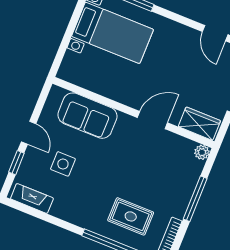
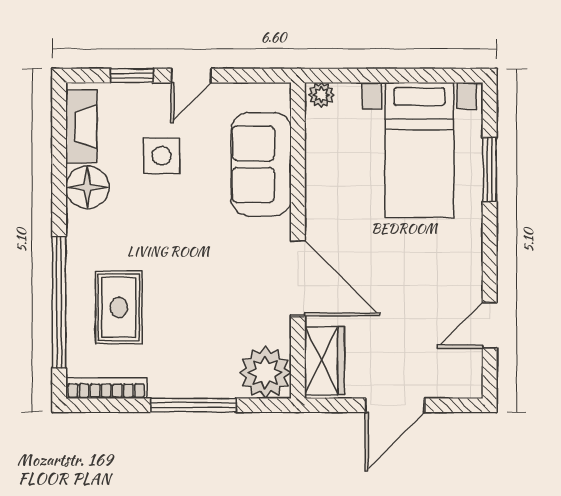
plant: (65, 71) -> (321, 95), added
door: (152, 120) -> (298, 278), width x1.36
plant: (202, 152) -> (265, 373), width x1.88, depth x1.88
floor lamp: (64, 208) -> (87, 187), added

